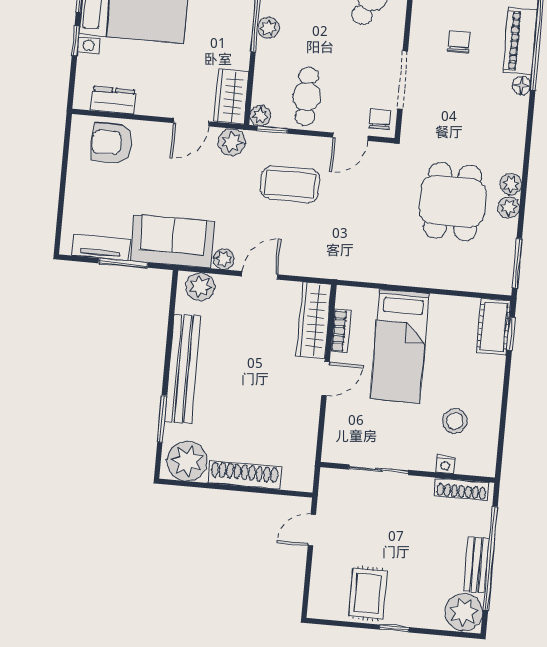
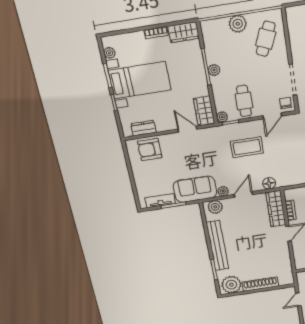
door: (191, 122) -> (187, 129), swing flipped
plant: (232, 142) -> (211, 134), removed
floor lamp: (313, 265) -> (269, 183), added

